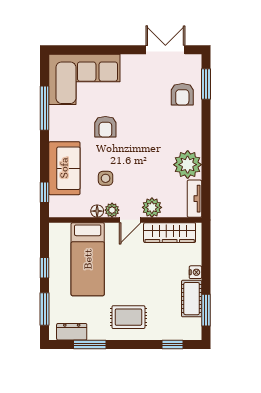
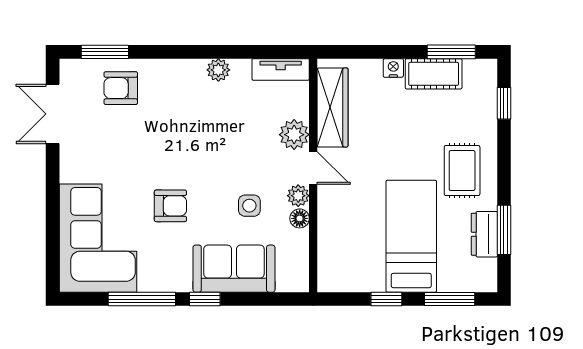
armchair: (182, 94) -> (121, 88), turned 180
plant: (188, 165) -> (218, 70), width x0.53, depth x0.53
window: (45, 192) -> (205, 299), moved
bed: (88, 259) -> (411, 236), moved, turned -90
dresser: (72, 332) -> (484, 234), moved

